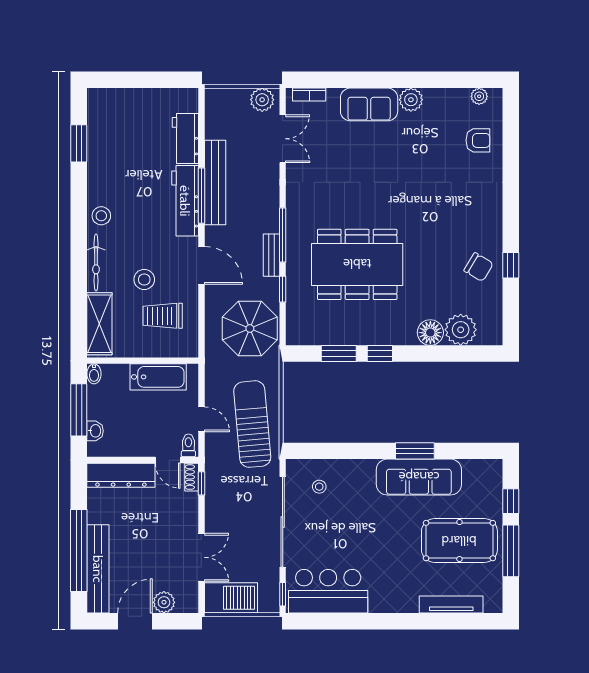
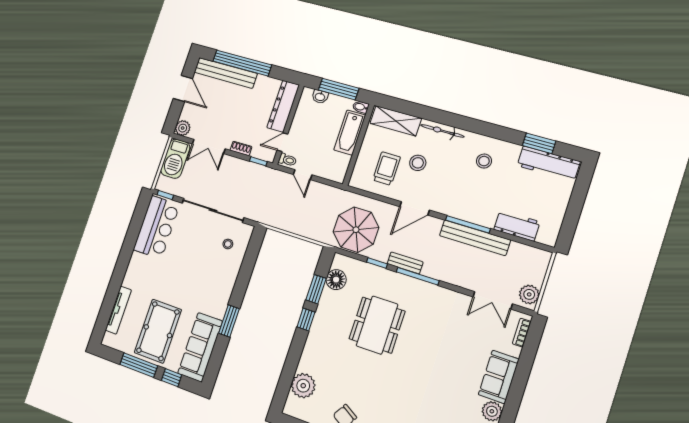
workbench: (185, 201) -> (548, 164), moved, turned 180
stool: (101, 216) -> (484, 161), moved
dining table: (357, 264) -> (377, 325), width x0.73, depth x0.80
floor lamp: (430, 333) -> (336, 280), moved
bathtub: (158, 377) -> (350, 133), moved
door: (201, 419) -> (303, 175), hinge flipped
sun lounger: (252, 424) -> (287, 210), removed
shoe rack: (192, 477) -> (241, 148), moved
sofa: (419, 477) -> (200, 347), moved
plant: (164, 602) -> (183, 128), moved

